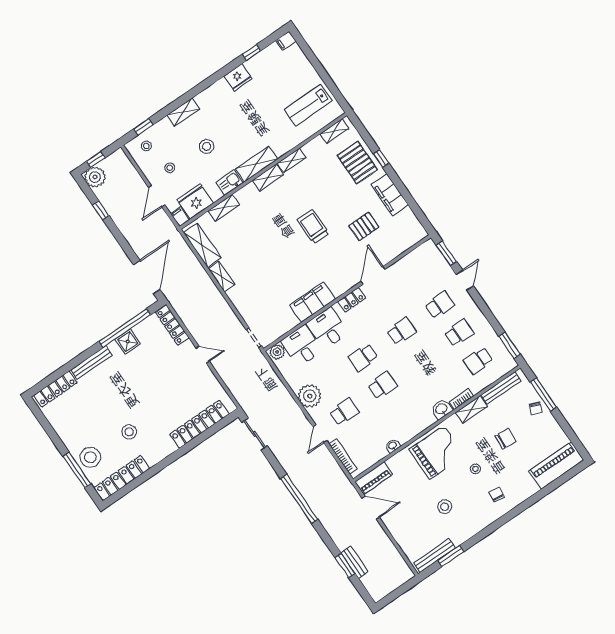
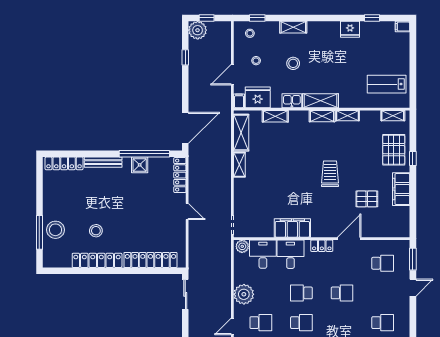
school desk: (440, 305) -> (383, 263), moved
locker: (122, 478) -> (97, 260), moved

